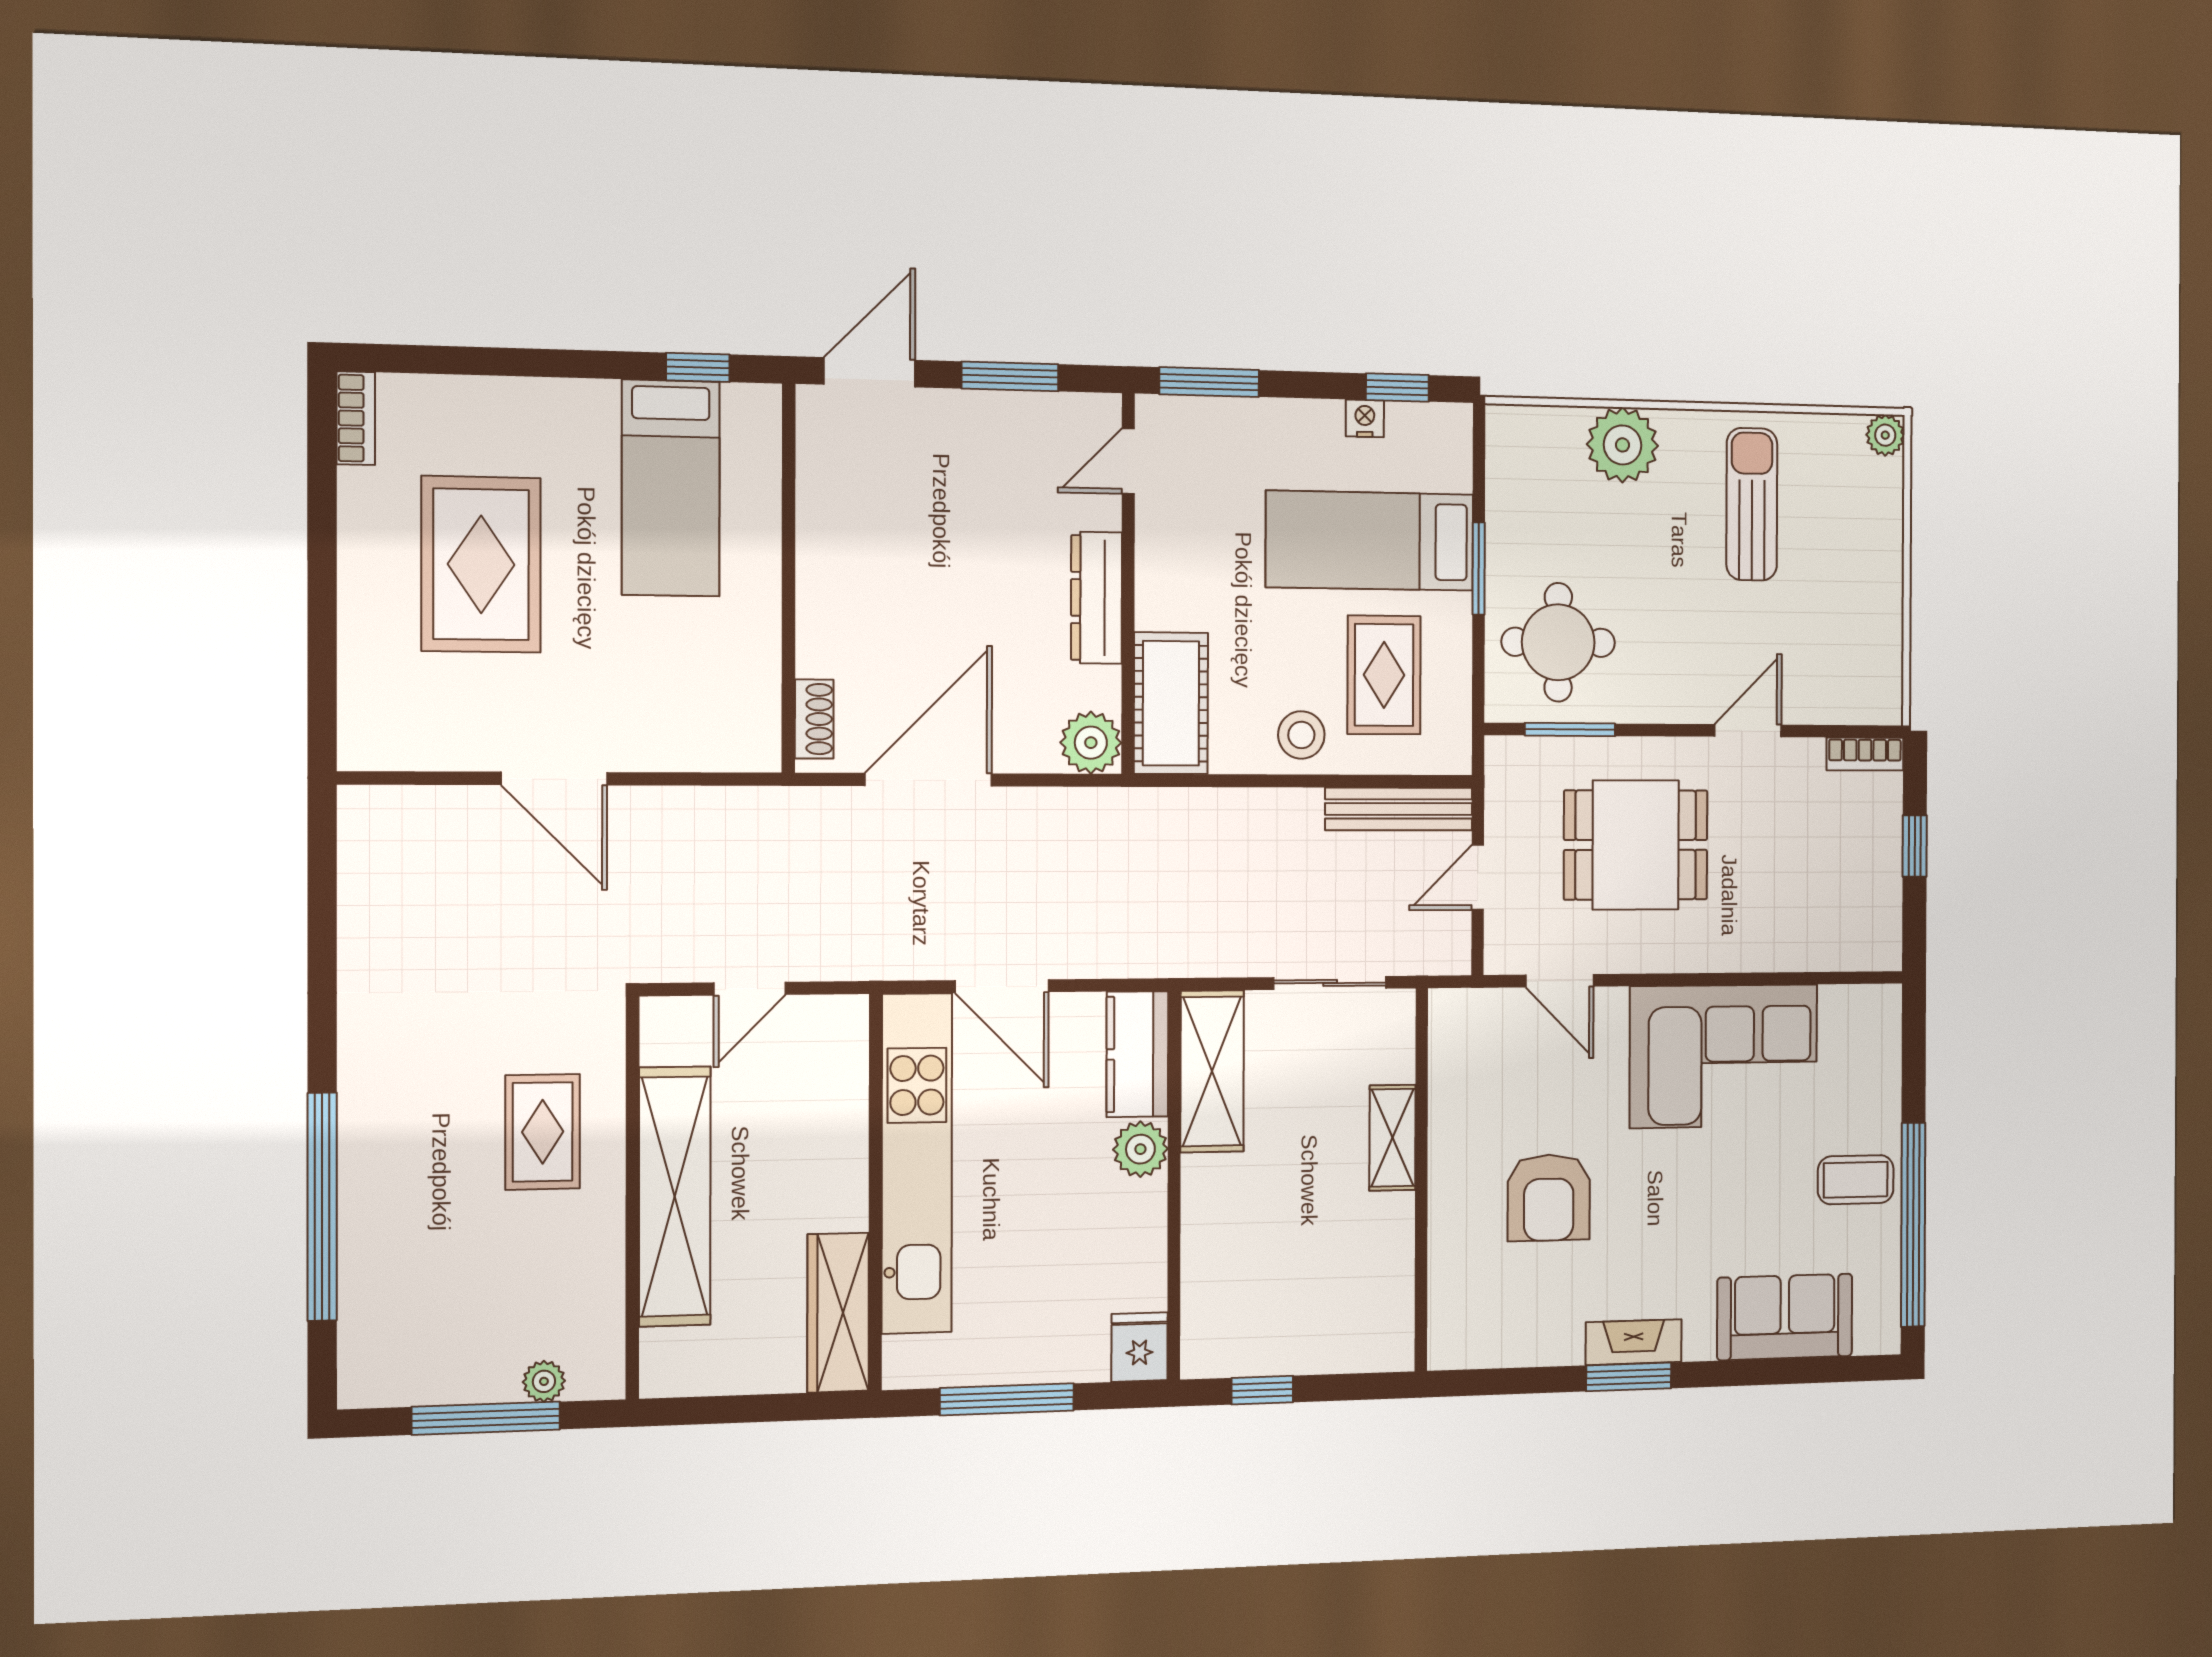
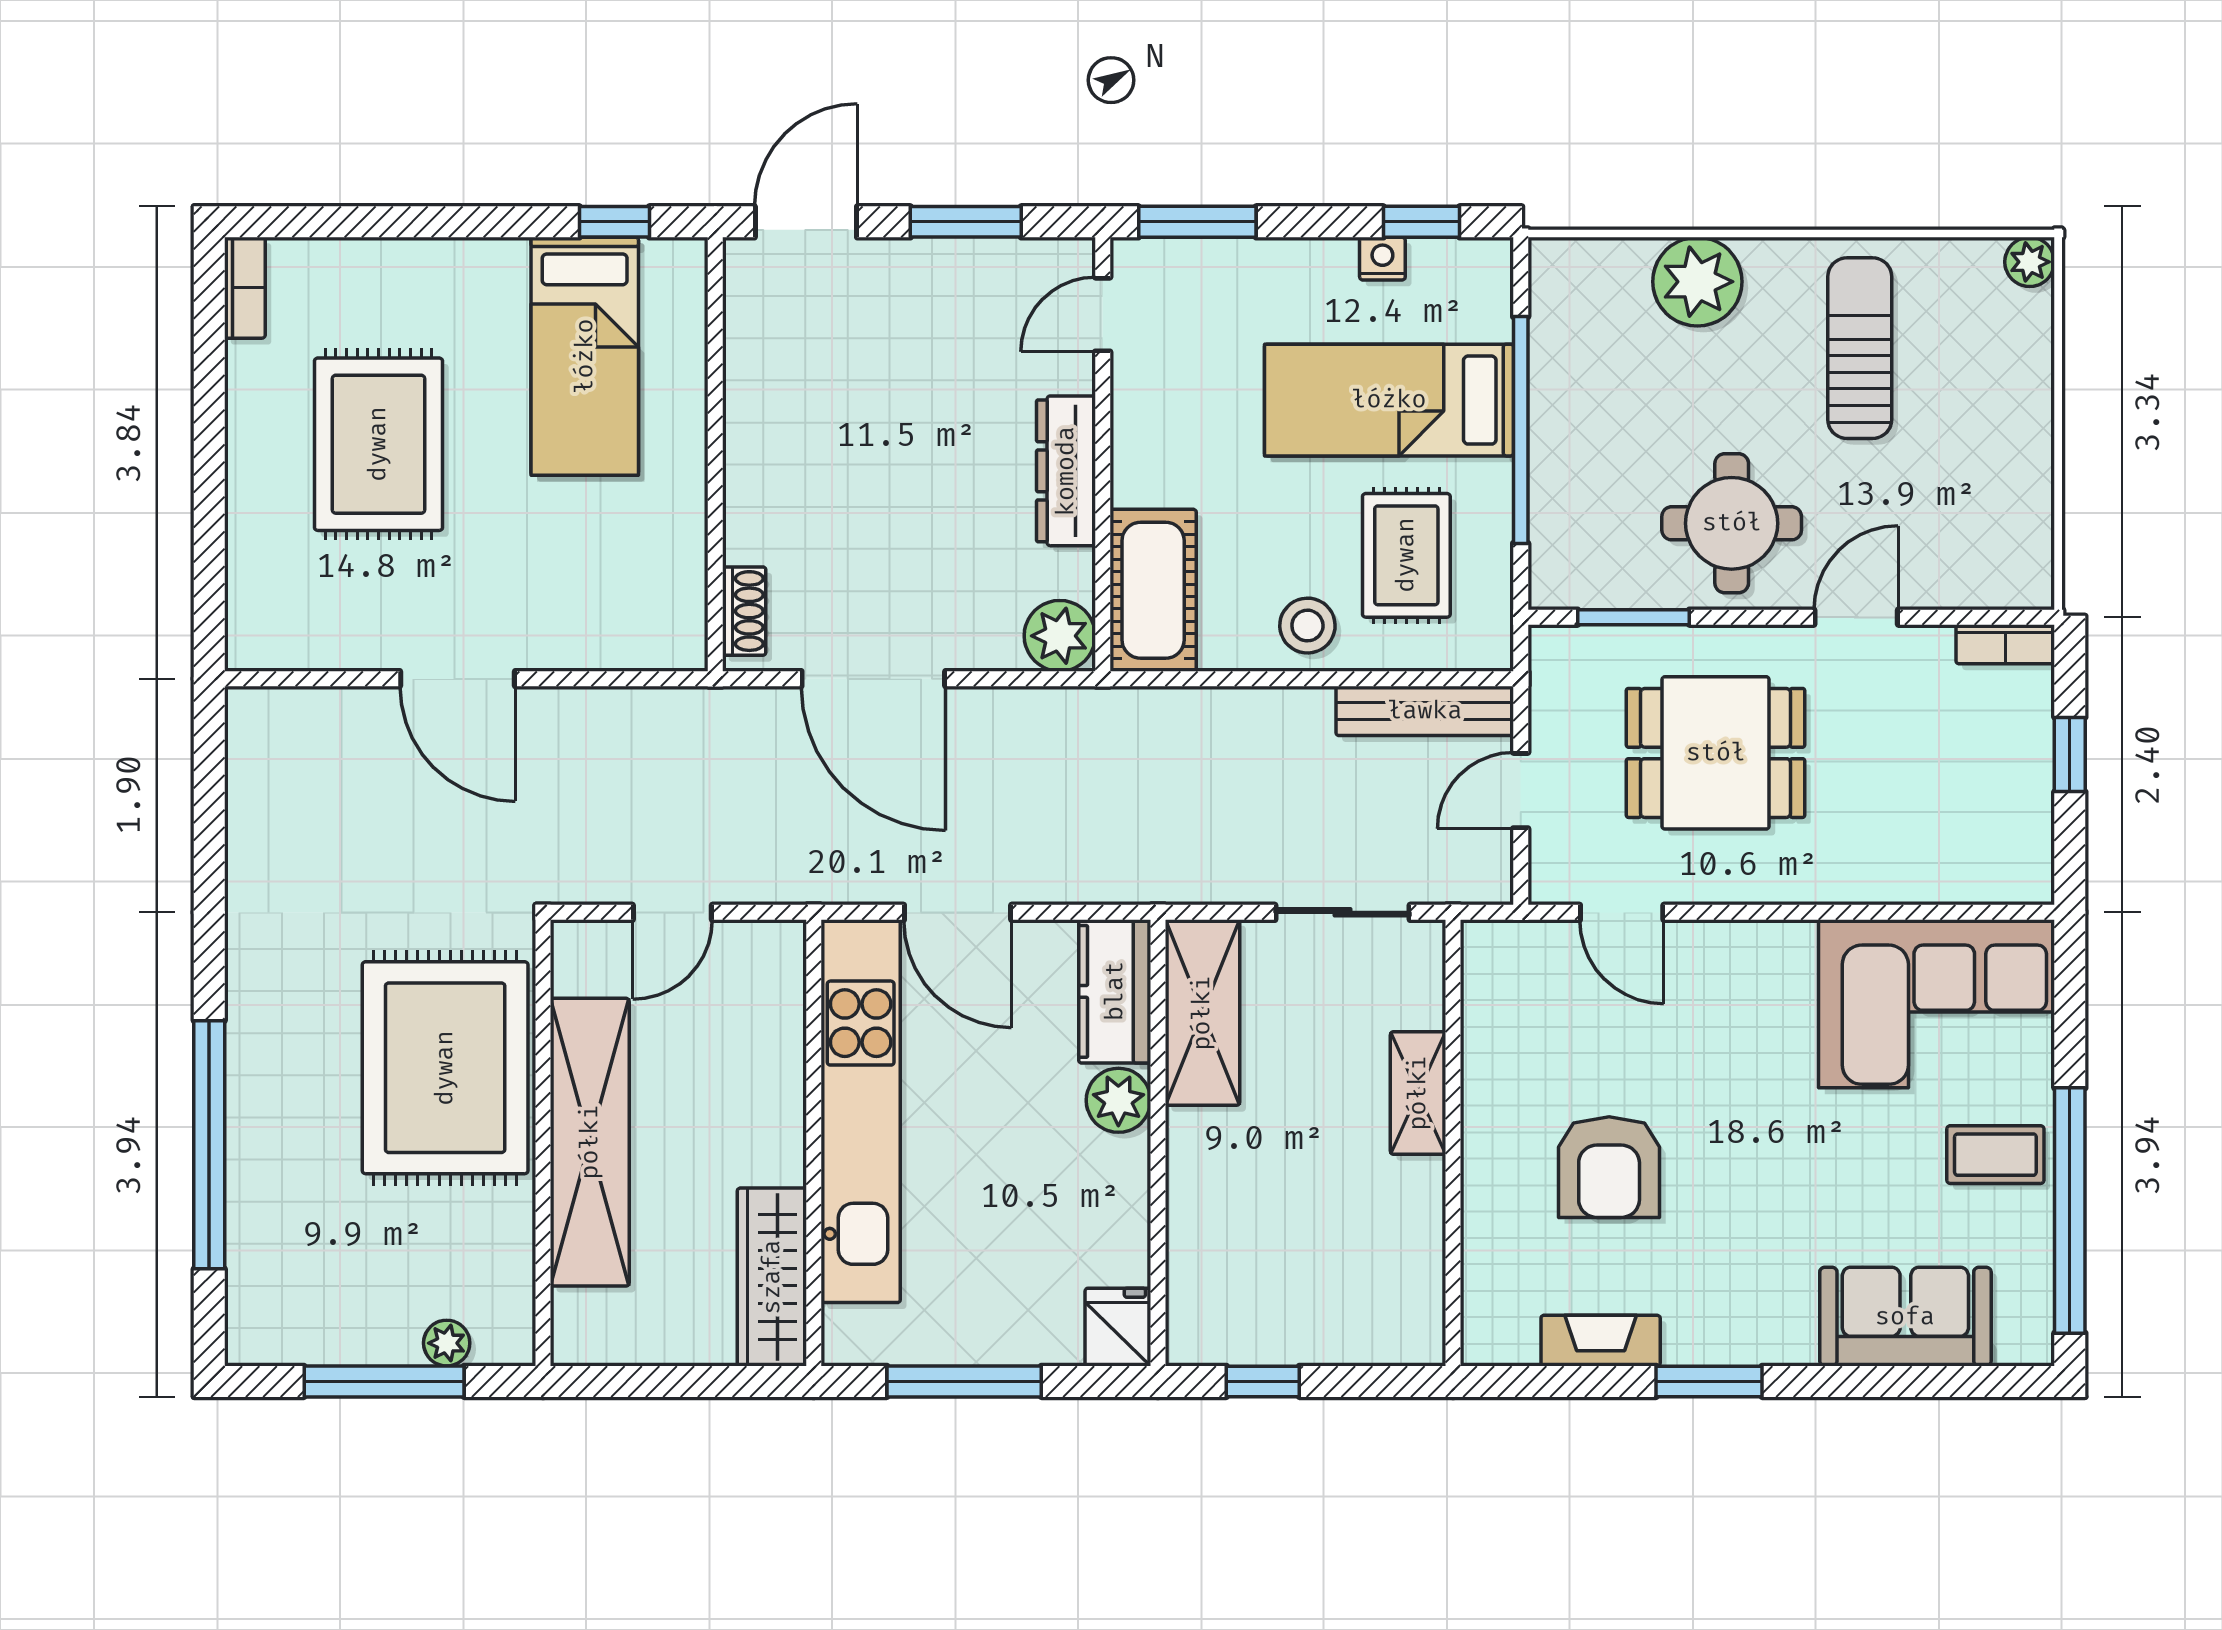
window: (1479, 568) -> (1521, 430), width x2.11
round table: (1558, 642) -> (1732, 523), moved
door: (929, 780) -> (873, 679), swing flipped
corner sofa: (1724, 1056) -> (1937, 1004), moved
rug: (543, 1132) -> (445, 1068), width x1.86, depth x2.06
fireplace: (1634, 1342) -> (1601, 1341), moved

